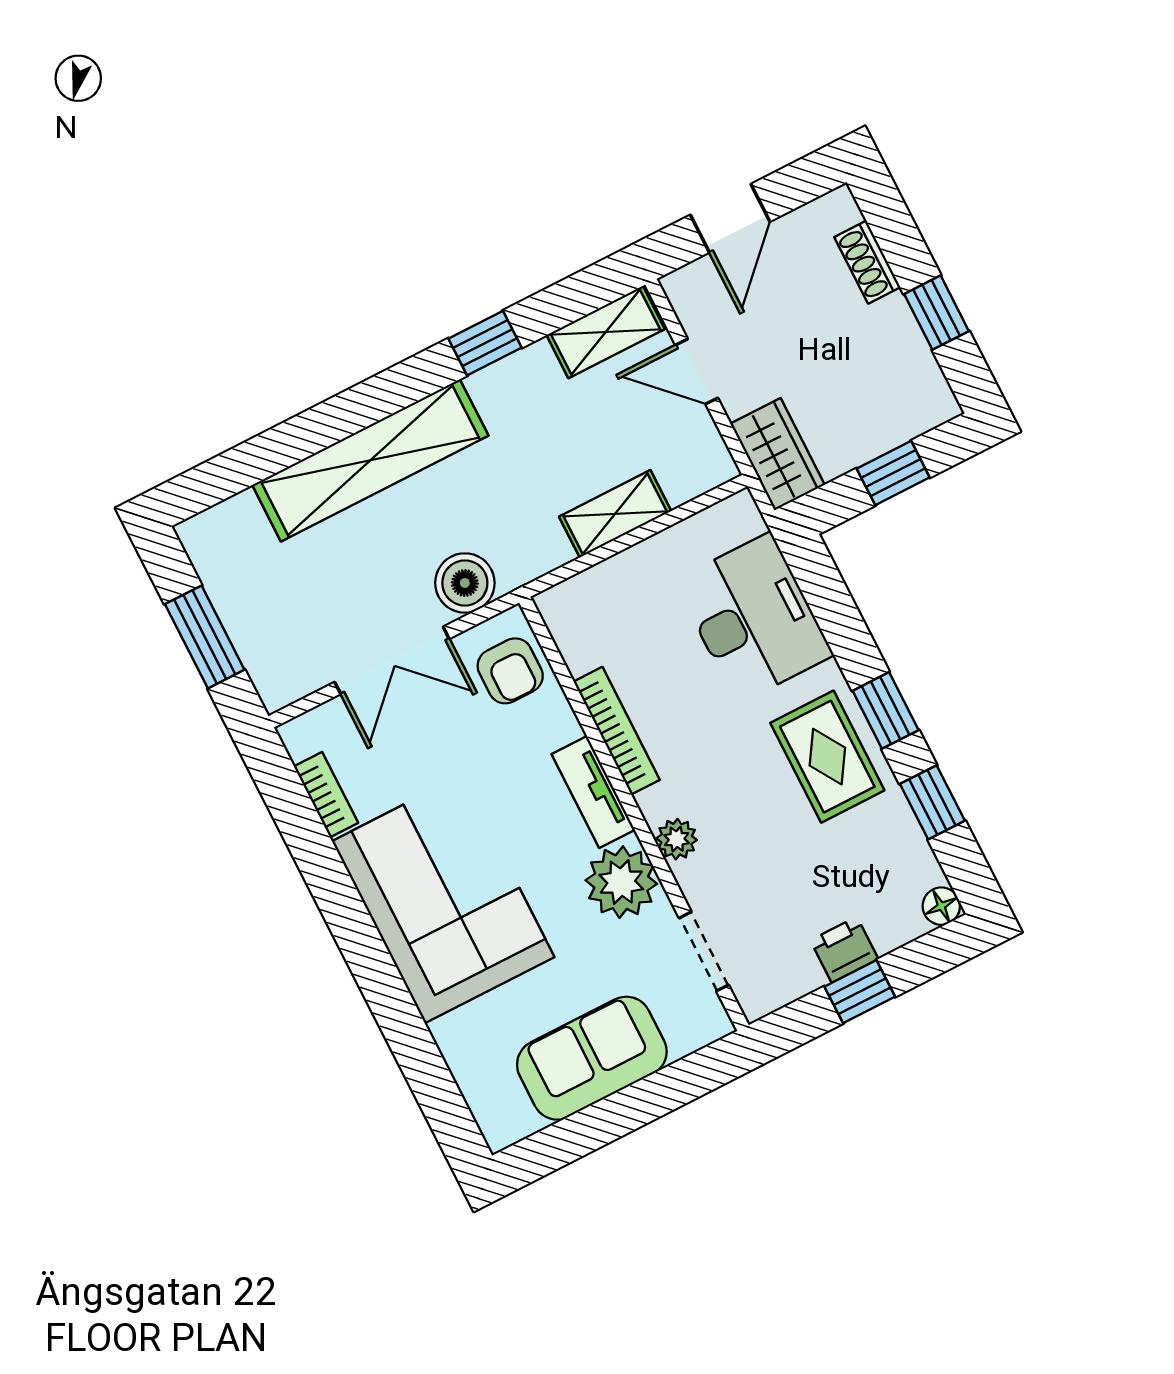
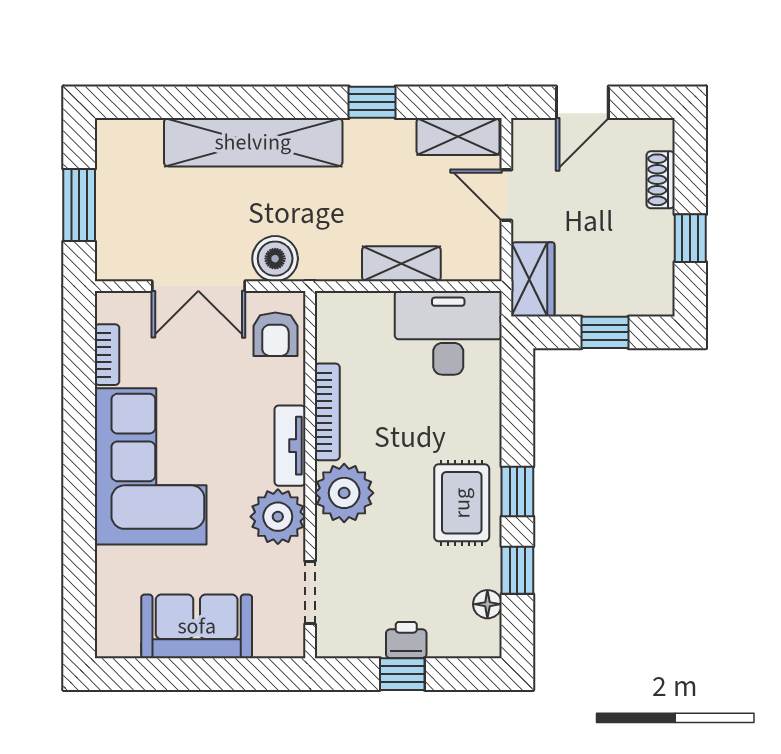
desk: (754, 618) -> (448, 333), moved, turned -90
plant: (677, 839) -> (344, 493), width x1.88, depth x1.88
floor lamp: (941, 906) -> (487, 604), moved

